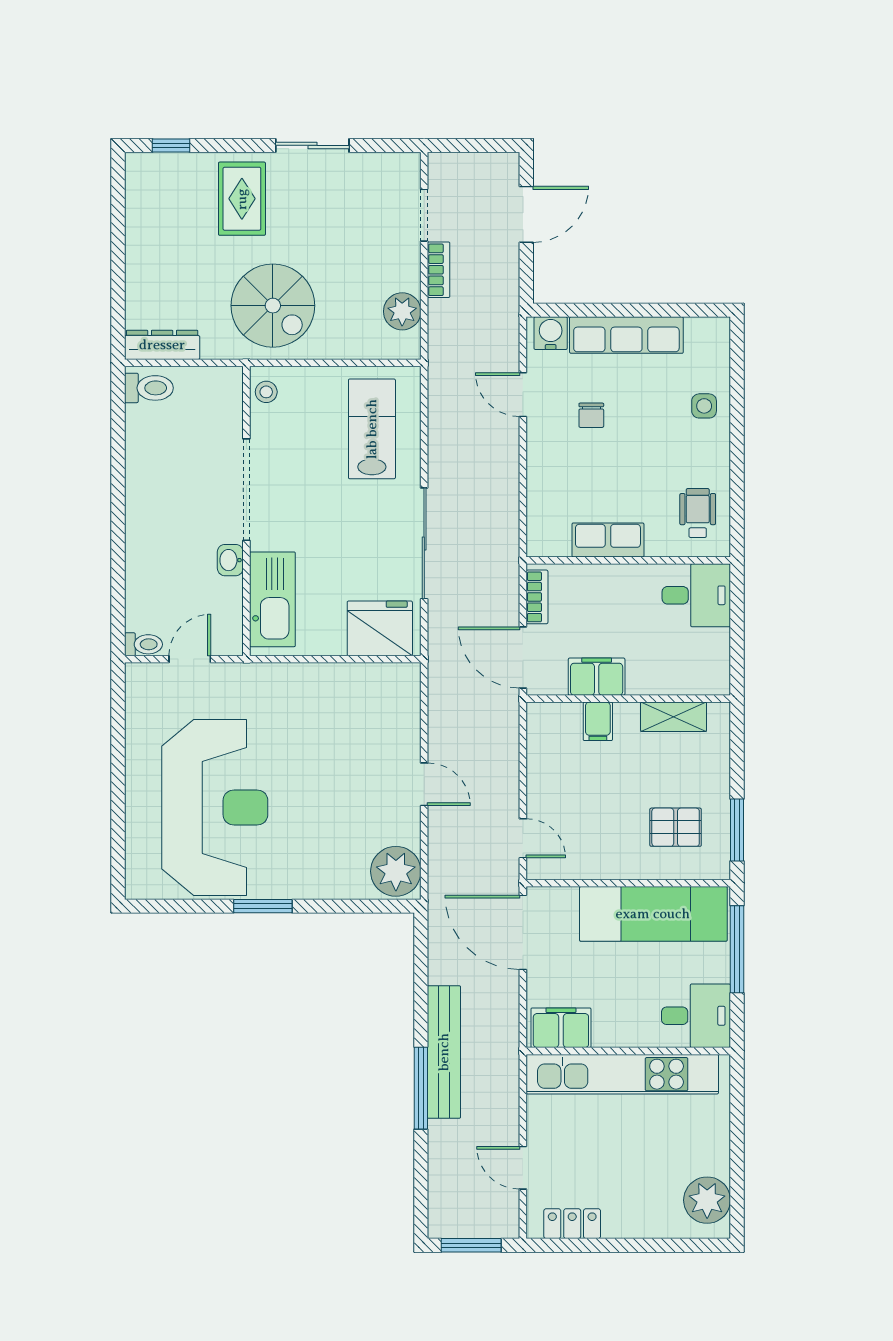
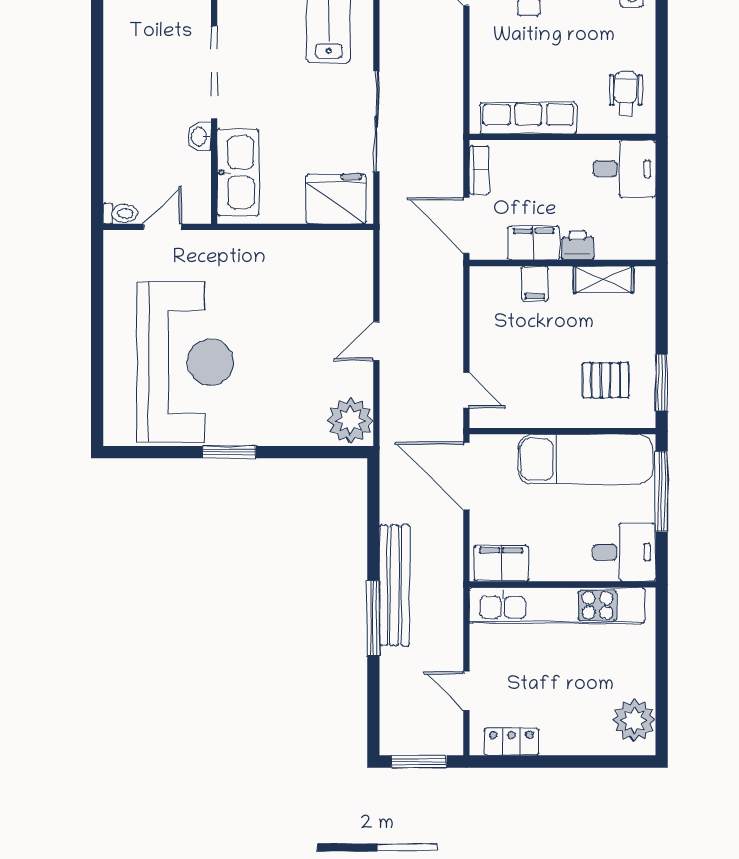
row of seats: (608, 540) -> (528, 118), width x1.48
printer: (645, 679) -> (578, 245), added
door: (424, 784) -> (376, 341), swing flipped

